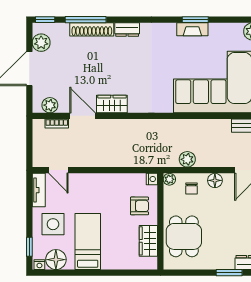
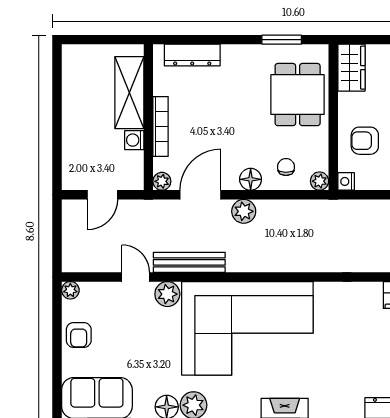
plant: (187, 159) -> (244, 211), moved
wardrobe: (148, 241) -> (351, 68), moved
window: (229, 273) -> (282, 40), moved

